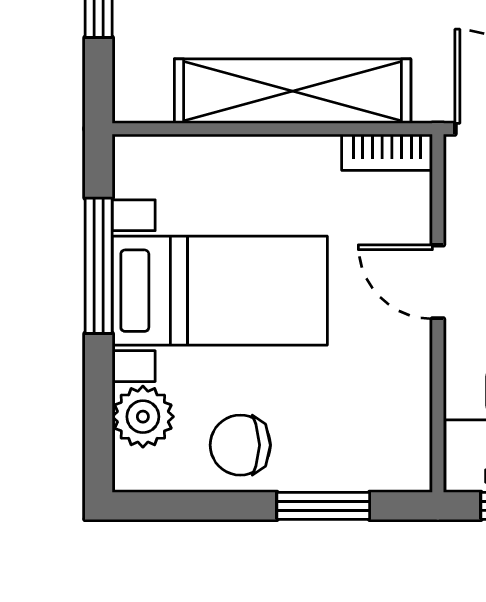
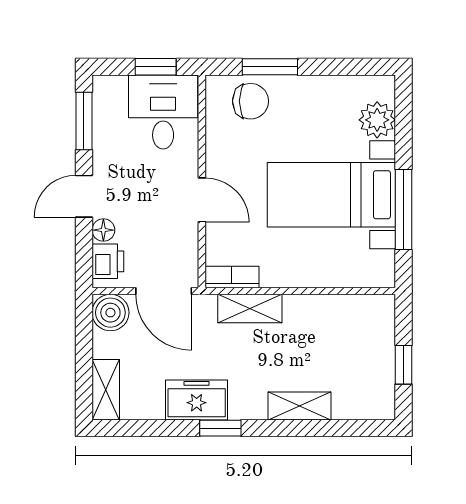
shelving: (293, 91) -> (250, 309), width x0.45, depth x0.75
chair: (240, 445) -> (251, 101), moved

